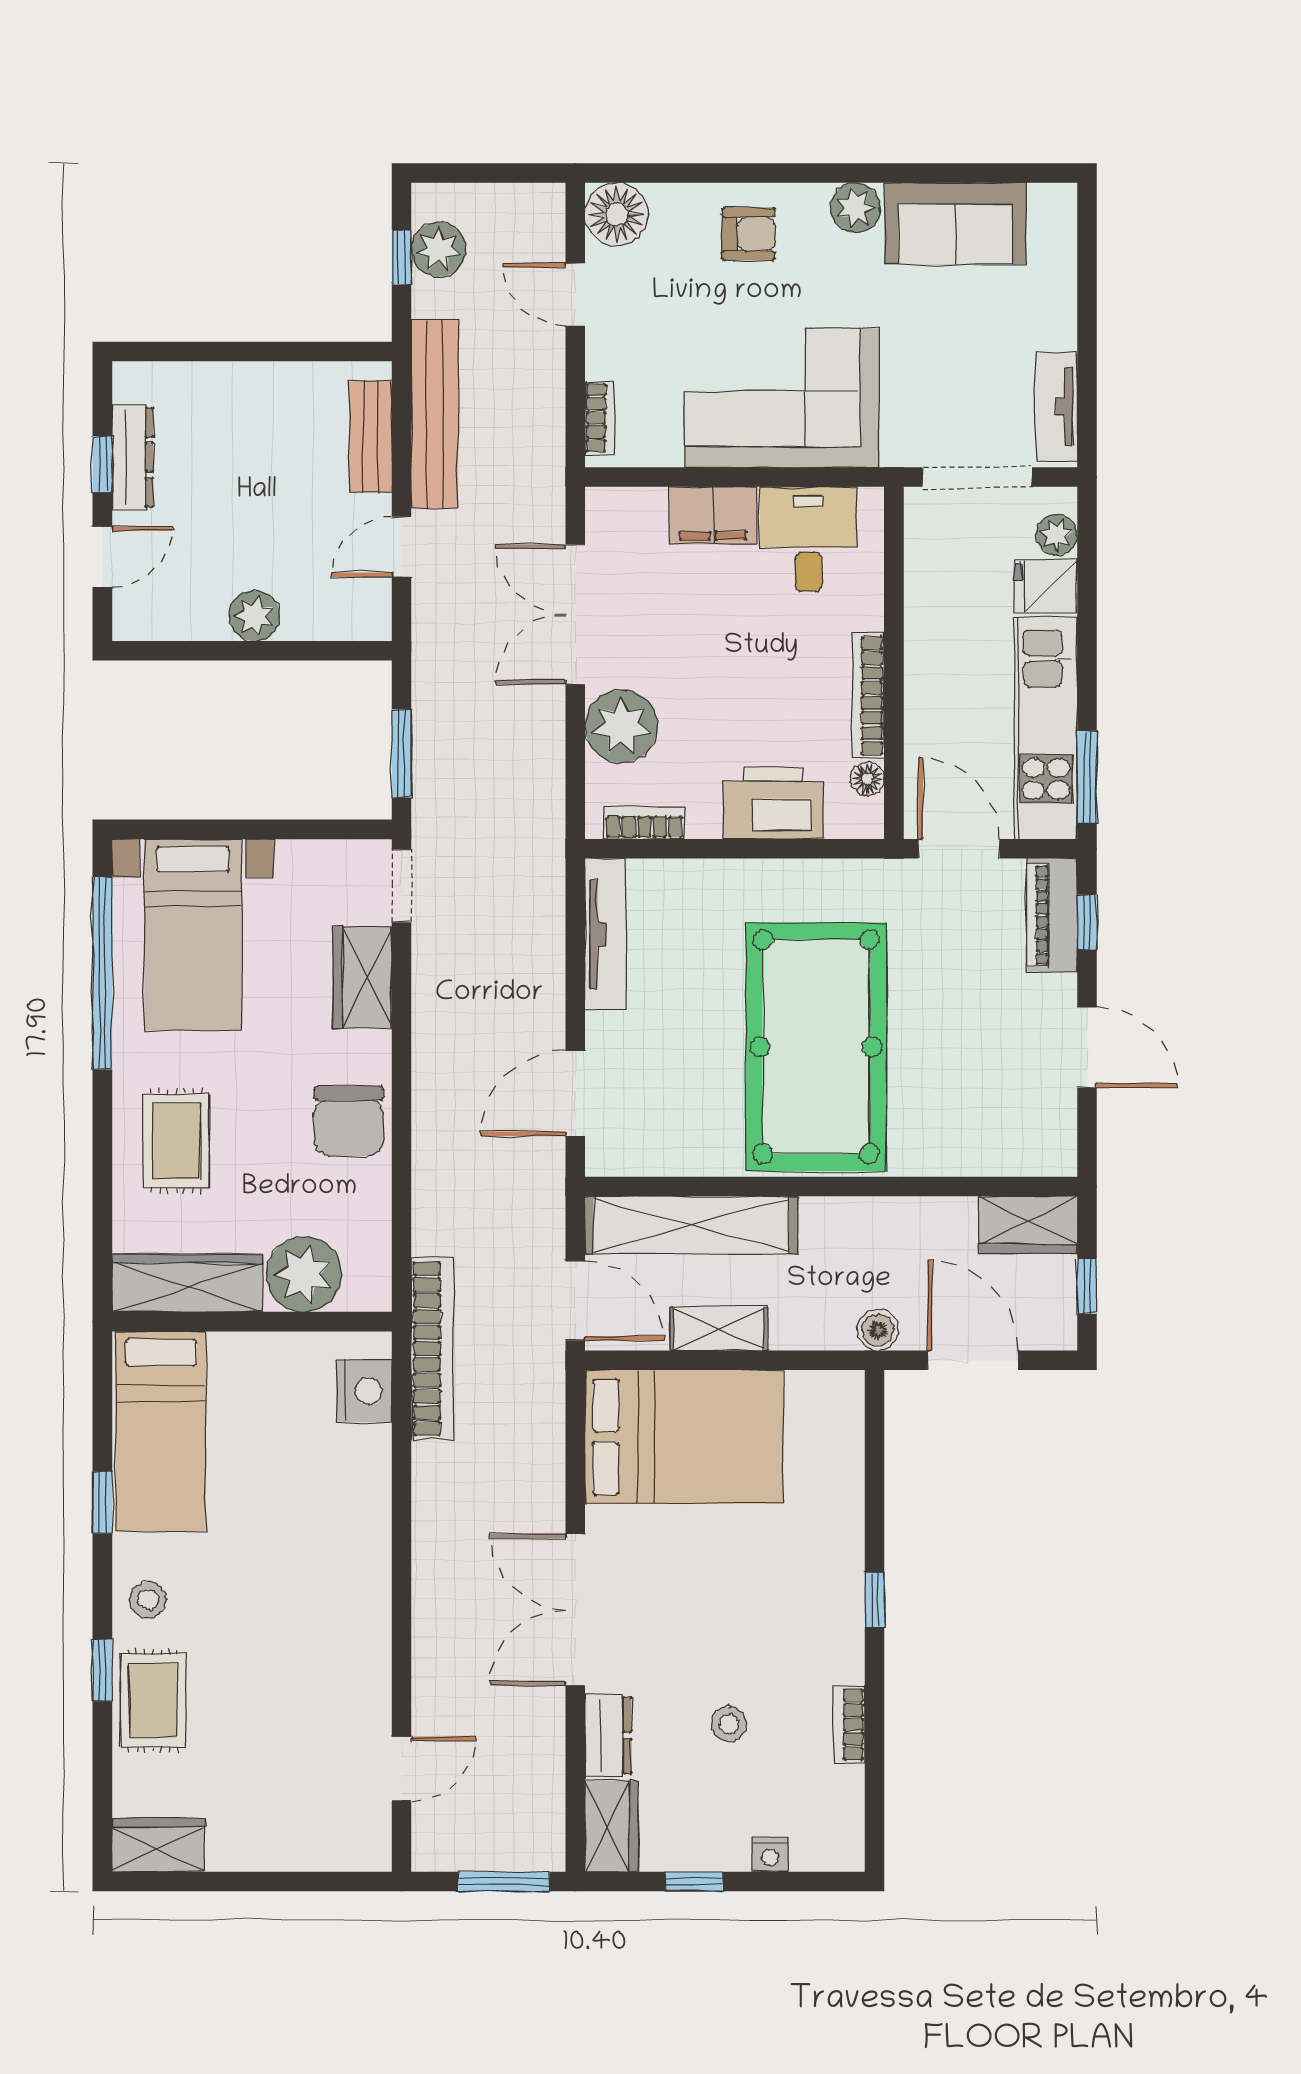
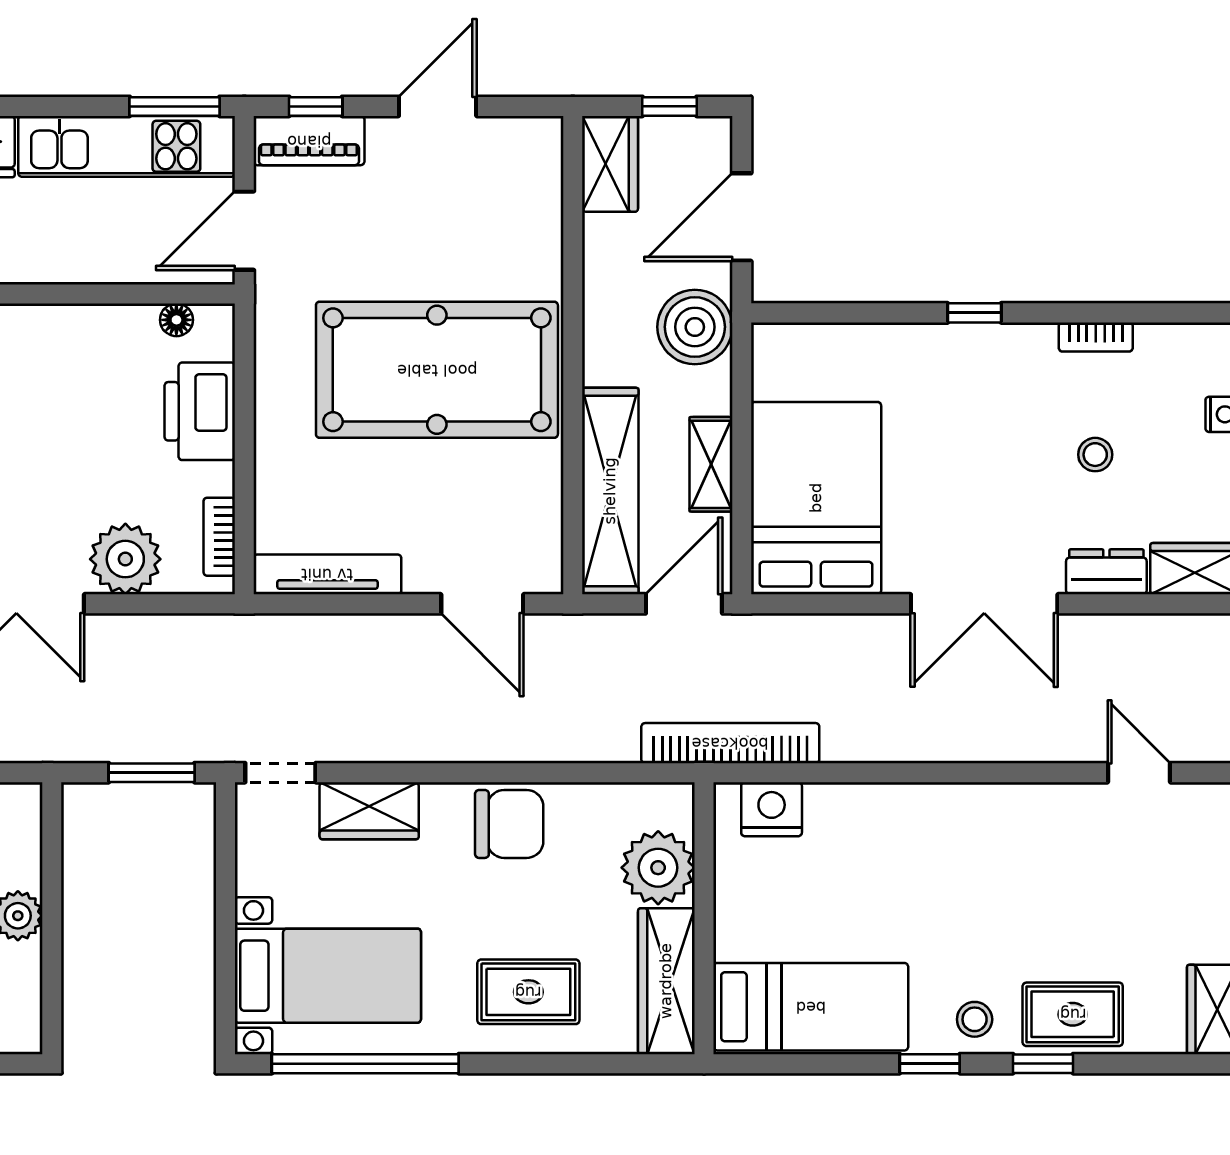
bookcase: (868, 696) -> (95, 319), removed
boiler: (878, 1330) -> (695, 327), width x1.86, depth x1.86
window: (102, 1503) -> (930, 1064), moved

